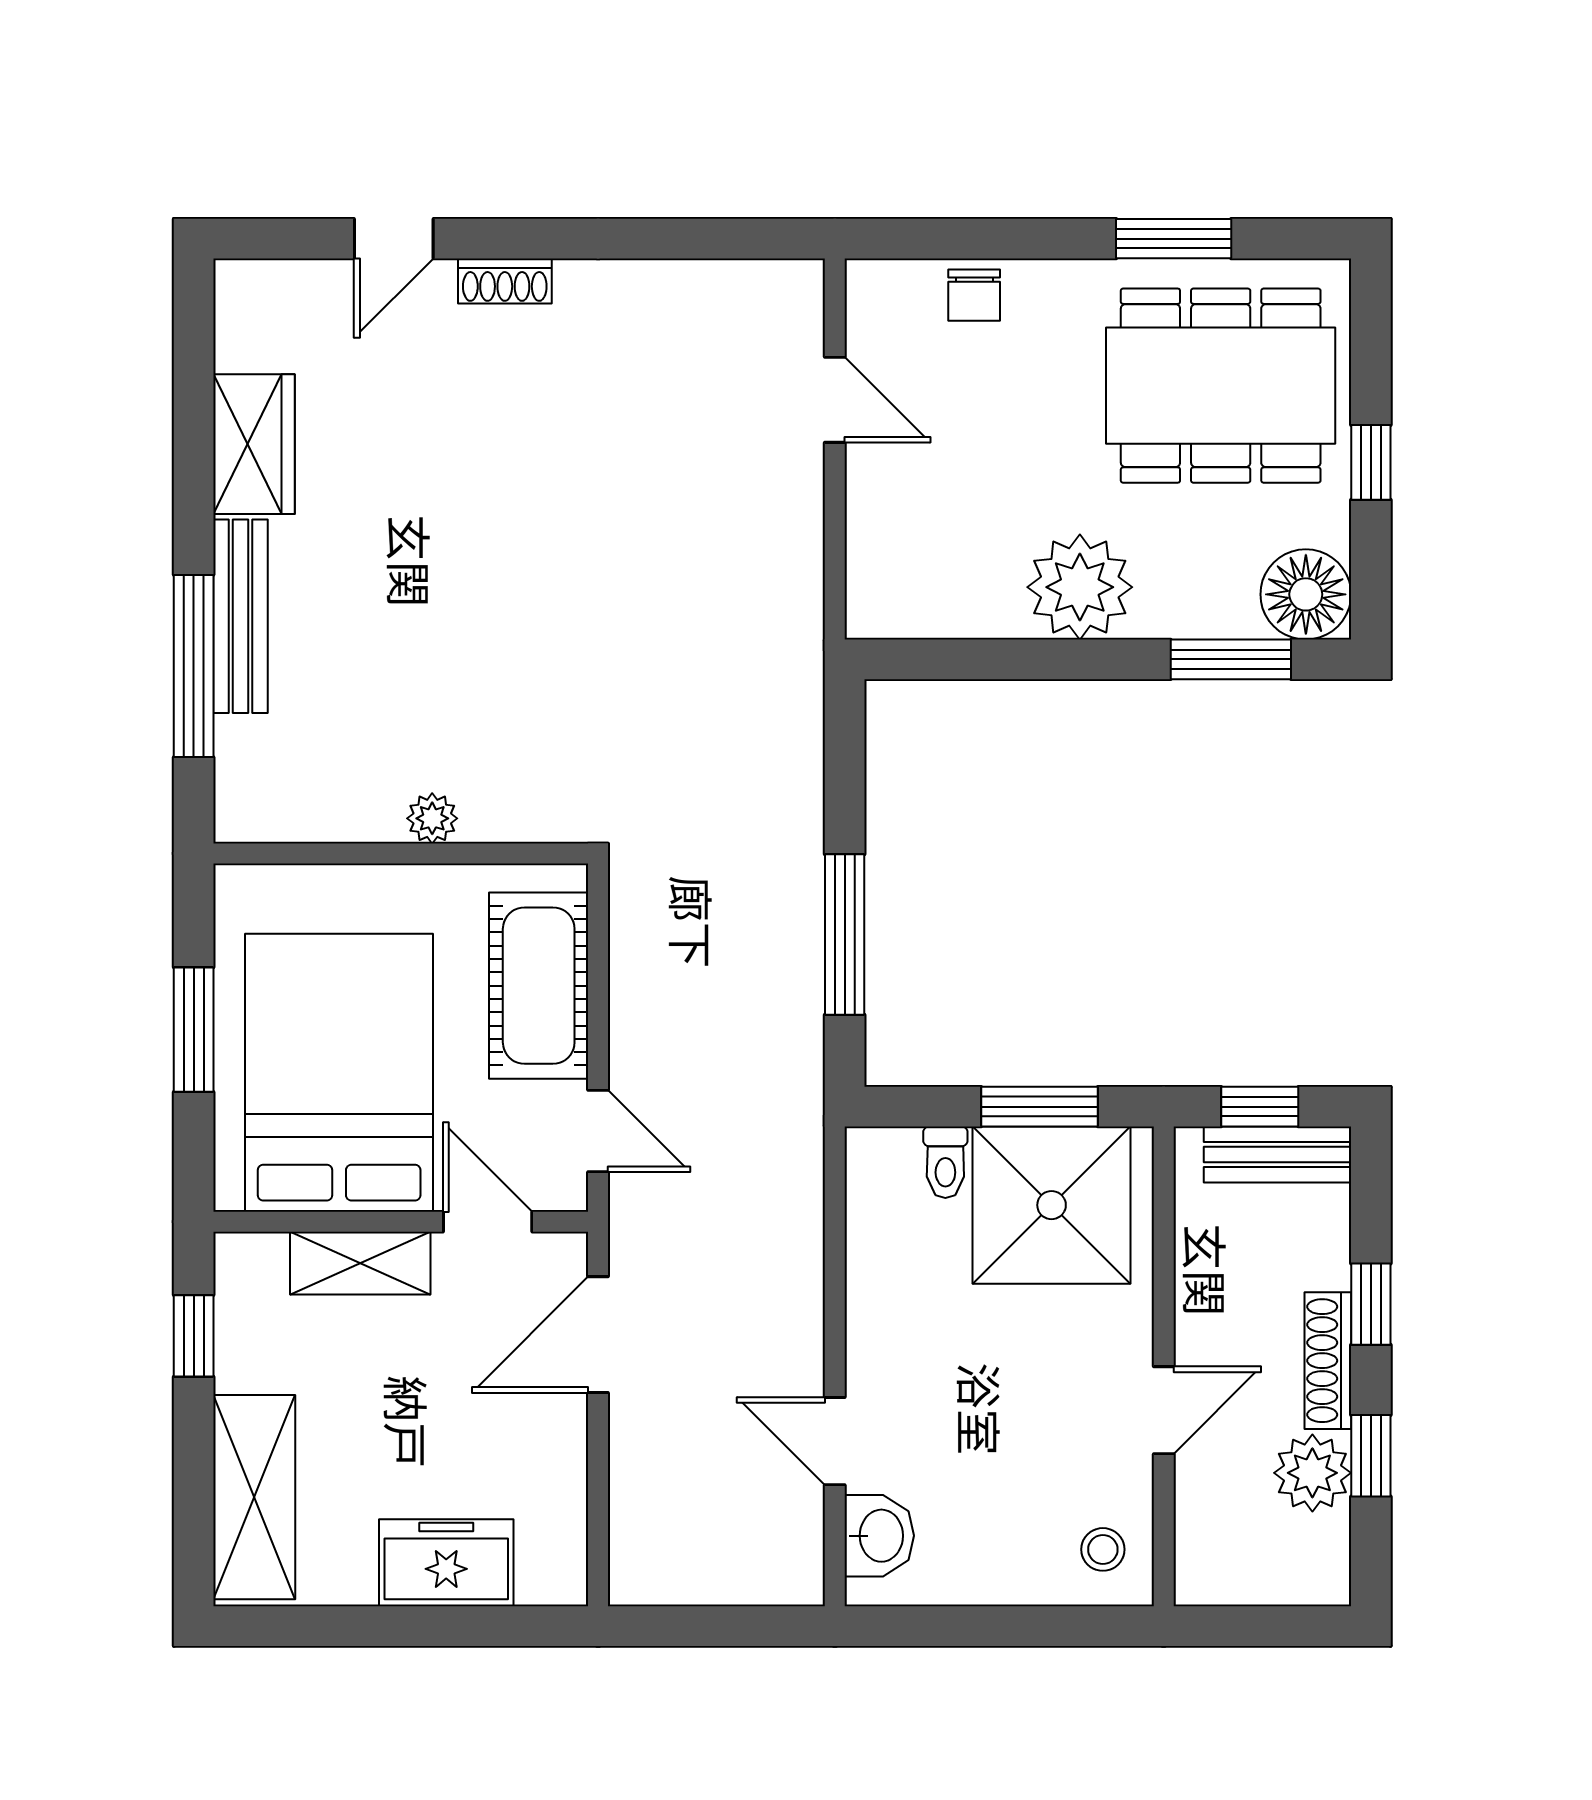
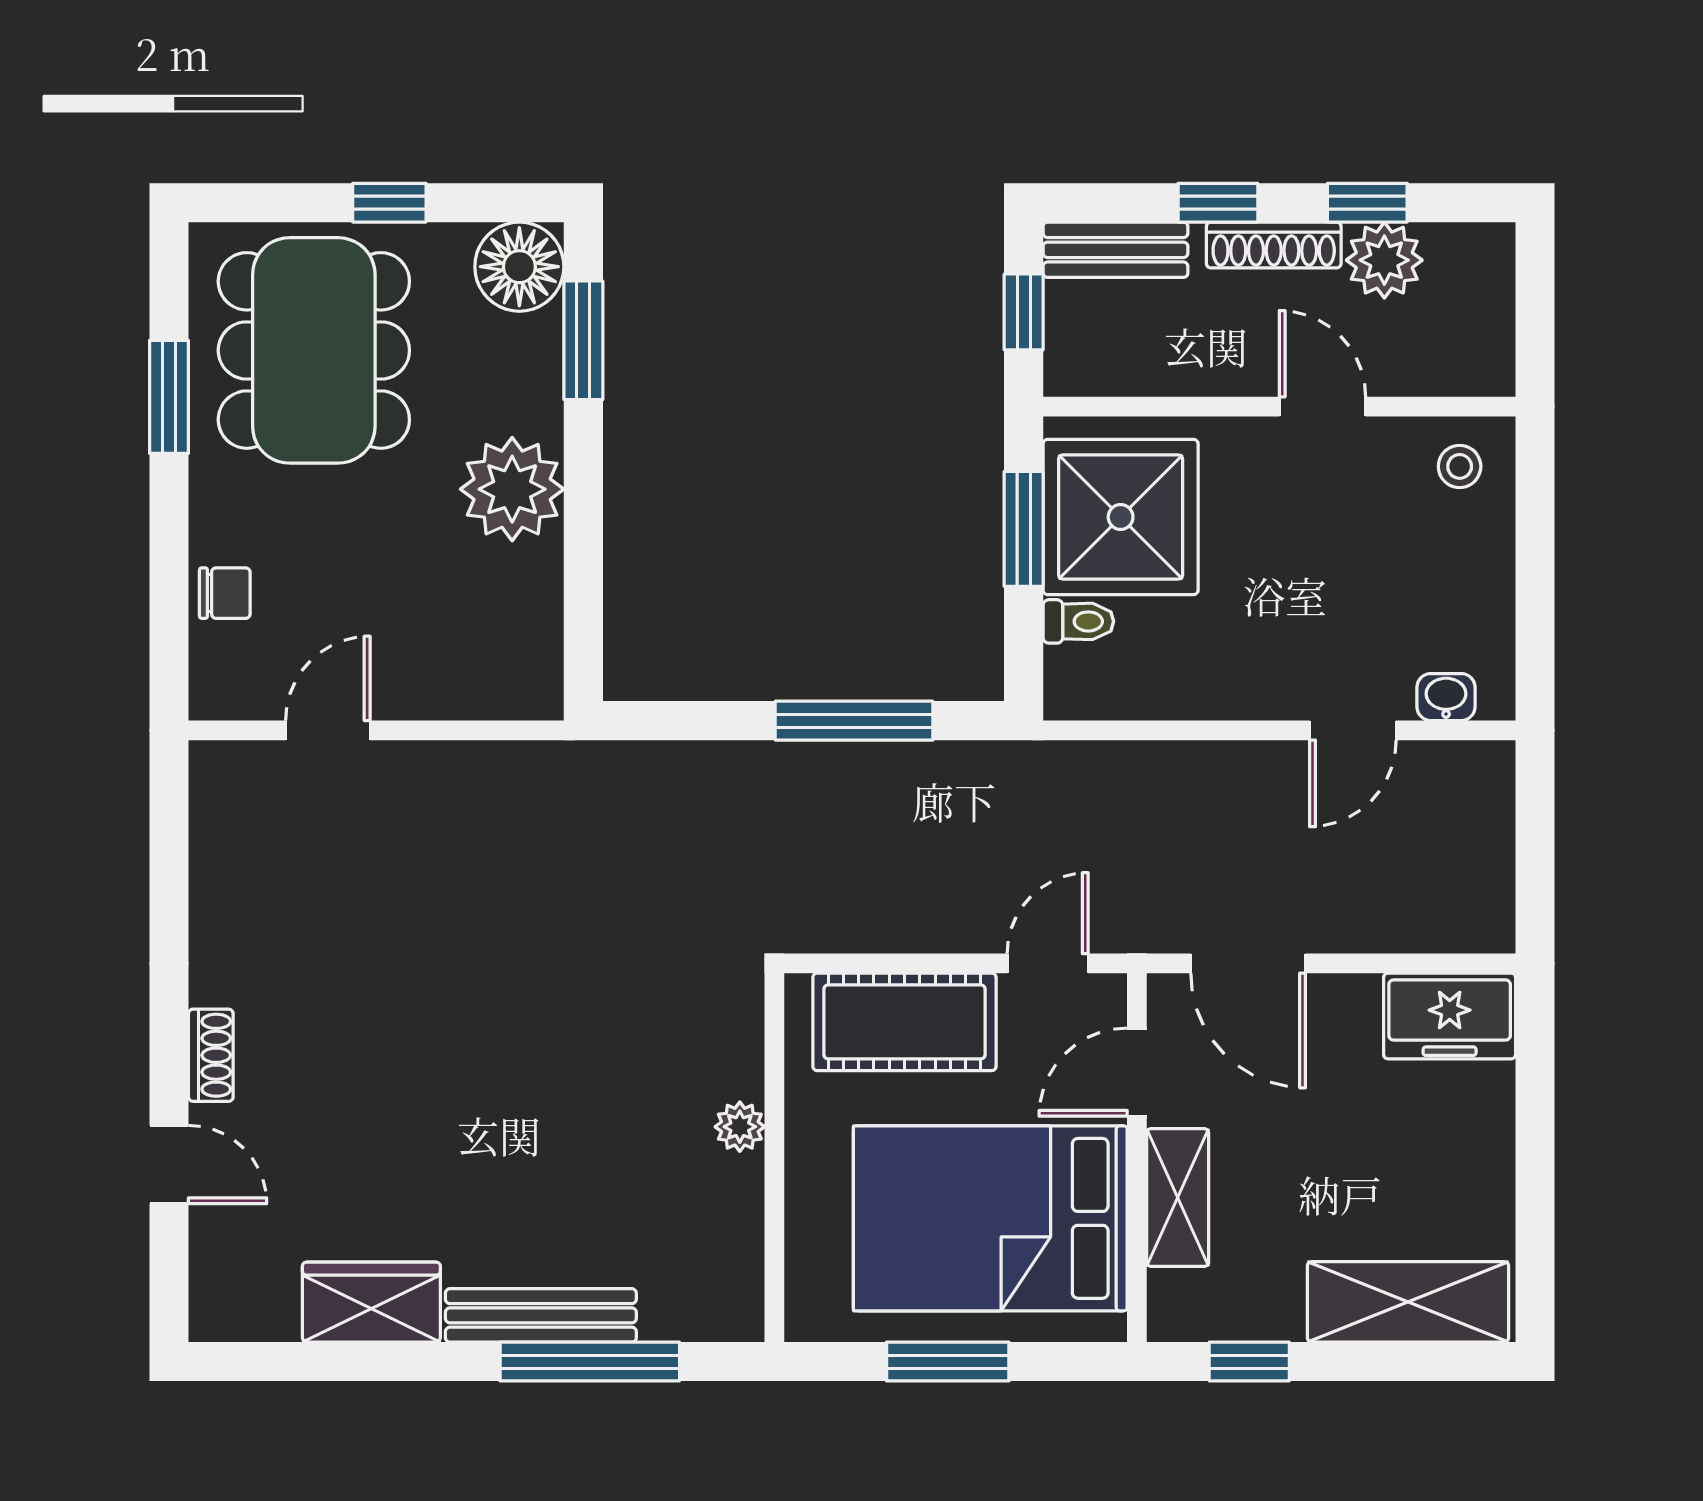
bench: (1277, 1154) -> (1115, 250), moved, turned 90
washbasin: (879, 1536) -> (1446, 697), width x0.72, depth x0.69
freezer: (446, 1563) -> (1450, 1016), moved, turned -90

